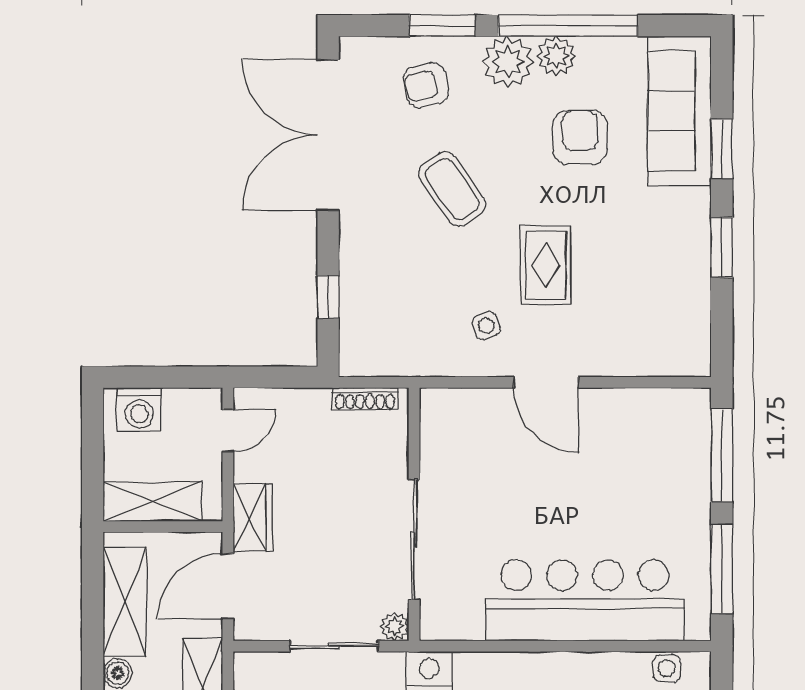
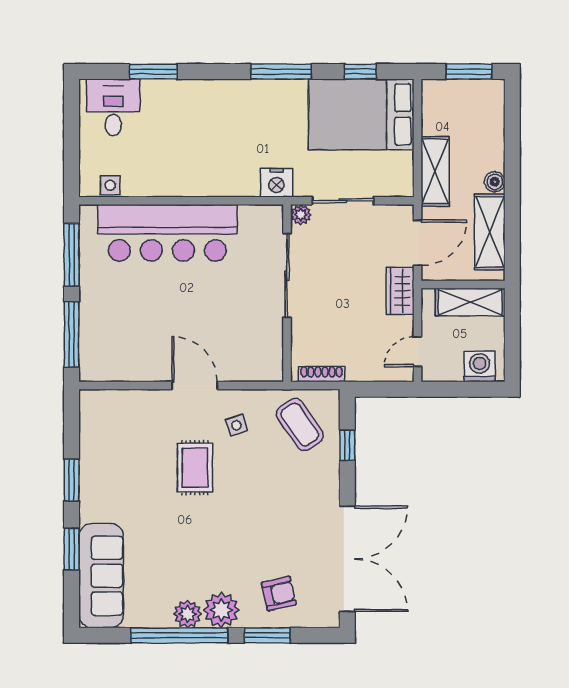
armchair: (580, 137) -> (171, 557), removed
coffee table: (452, 189) -> (300, 425), moved

